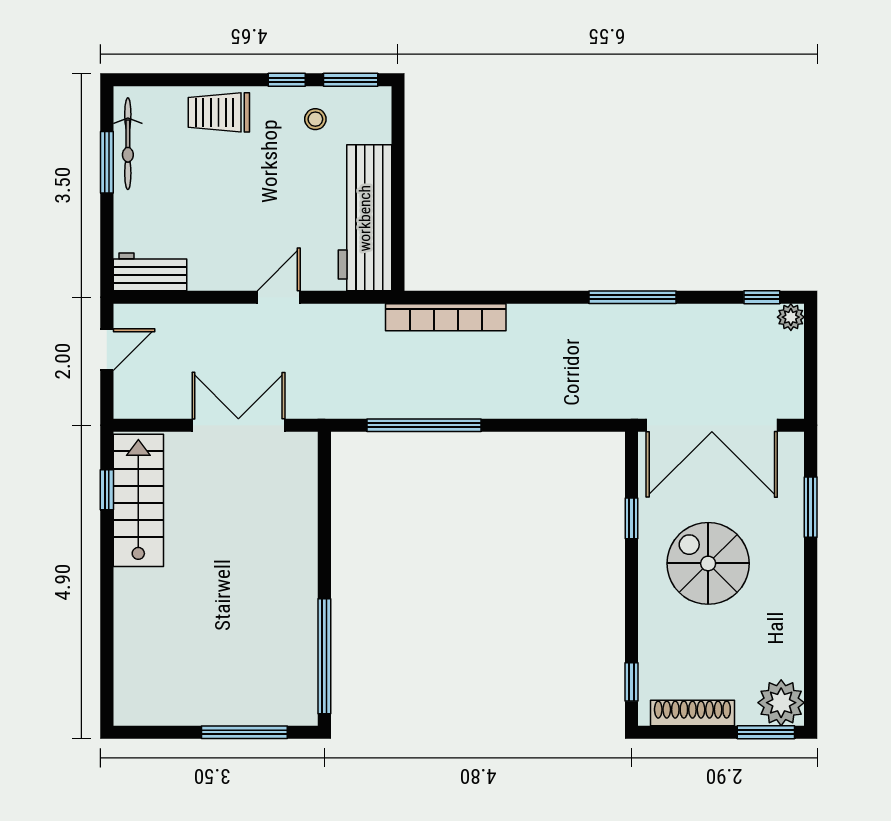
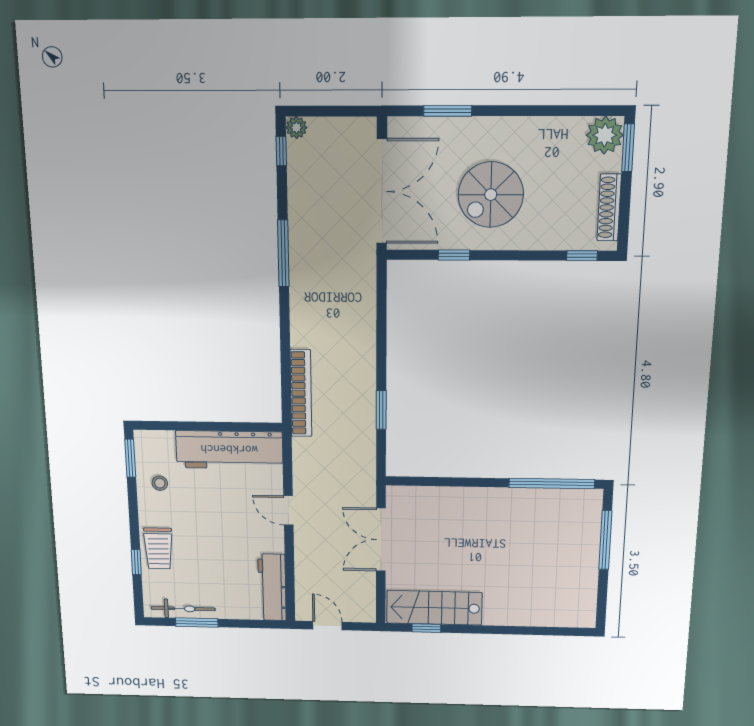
window: (287, 80) -> (136, 562), moved
workbench: (150, 272) -> (272, 587), width x1.38
window: (424, 425) -> (381, 410), width x0.47

